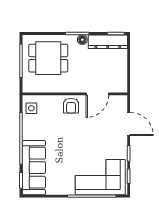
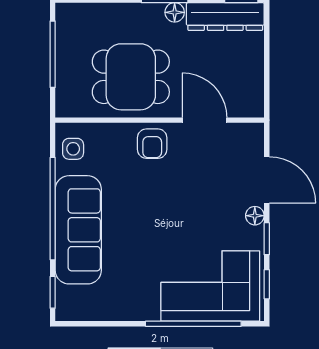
dining table: (48, 58) -> (131, 77), moved
door: (97, 94) -> (205, 120), swing flipped
floor lamp: (123, 142) -> (255, 216), added
sofa: (34, 168) -> (78, 230), moved

